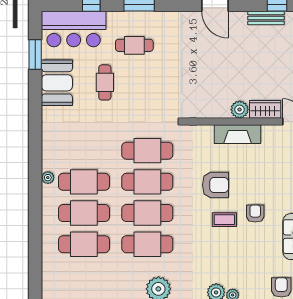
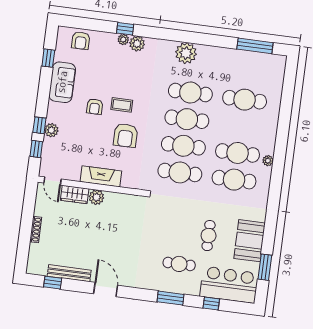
bench: (266, 18) -> (69, 273), width x1.36
armchair: (215, 185) -> (126, 135), turned -90
cafe table: (84, 213) -> (234, 180), moved

